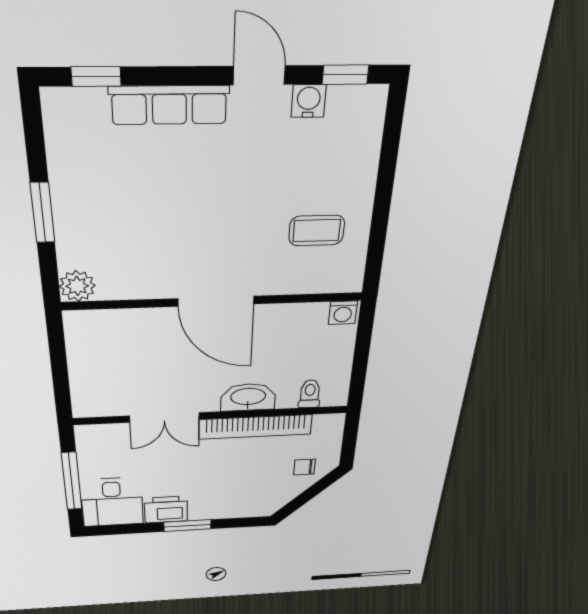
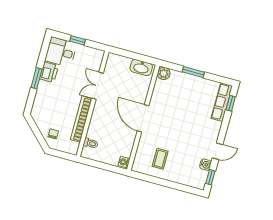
row of seats: (169, 105) -> (222, 102), moved
door: (216, 301) -> (143, 118), hinge flipped
washbasin: (248, 397) -> (141, 68), moved, turned 90
window: (72, 481) -> (78, 40), width x0.46

